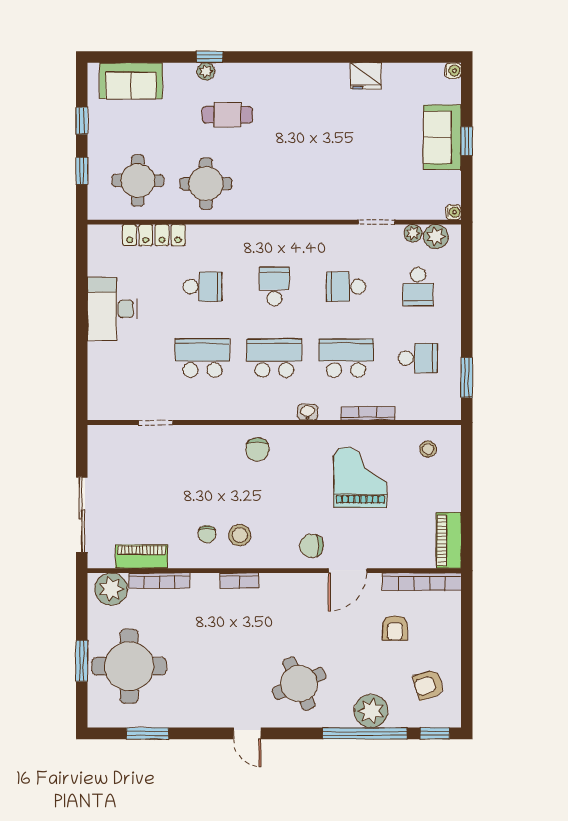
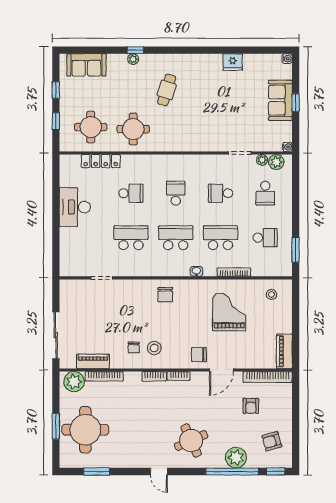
cafe table: (227, 115) -> (167, 90), moved, turned -73
bookcase: (279, 580) -> (179, 376), added

